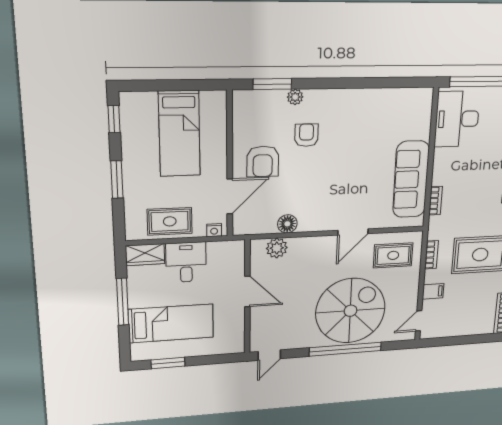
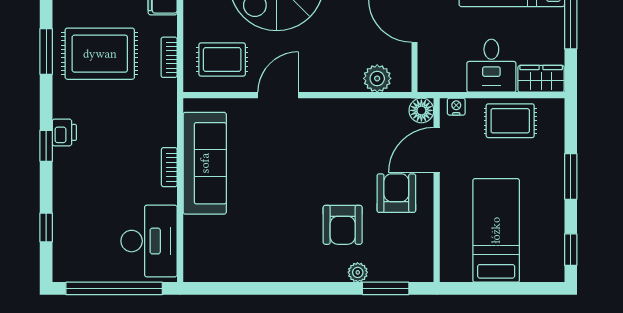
armchair: (306, 135) -> (343, 225), width x1.38, depth x1.38
bookcase: (435, 201) -> (169, 167), moved
floor lamp: (287, 224) -> (421, 110), moved

